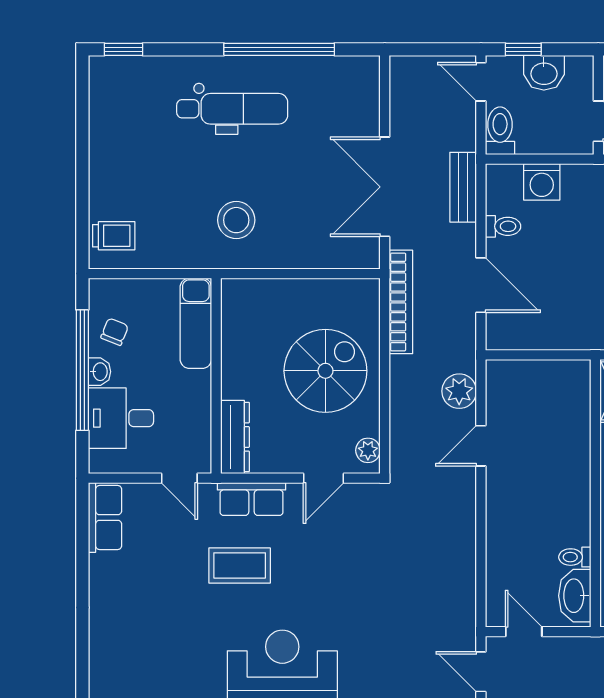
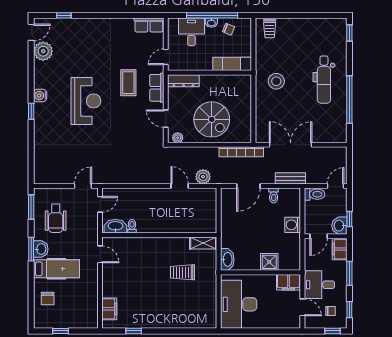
window: (523, 49) -> (349, 219), moved
washbasin: (544, 73) -> (339, 226), moved
washing machine: (542, 182) -> (293, 225), moved

